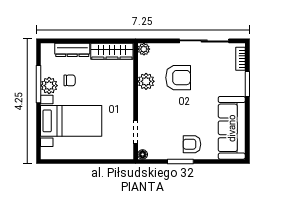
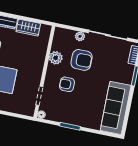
plant: (144, 49) -> (80, 36), moved
wardrobe: (112, 51) -> (28, 28), width x0.67
armchair: (192, 144) -> (67, 84), moved

